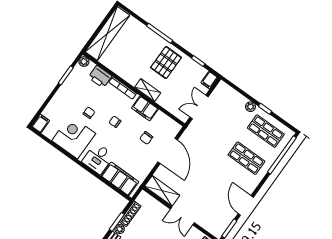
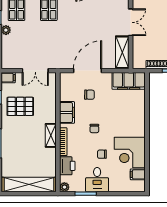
pallet: (166, 63) -> (20, 106), moved
shelving: (148, 90) -> (51, 135), moved
filing cabinet: (41, 123) -> (138, 174), moved
desk: (98, 158) -> (97, 180), moved, turned 90
filing cabinet: (120, 179) -> (129, 81), moved, turned -90

